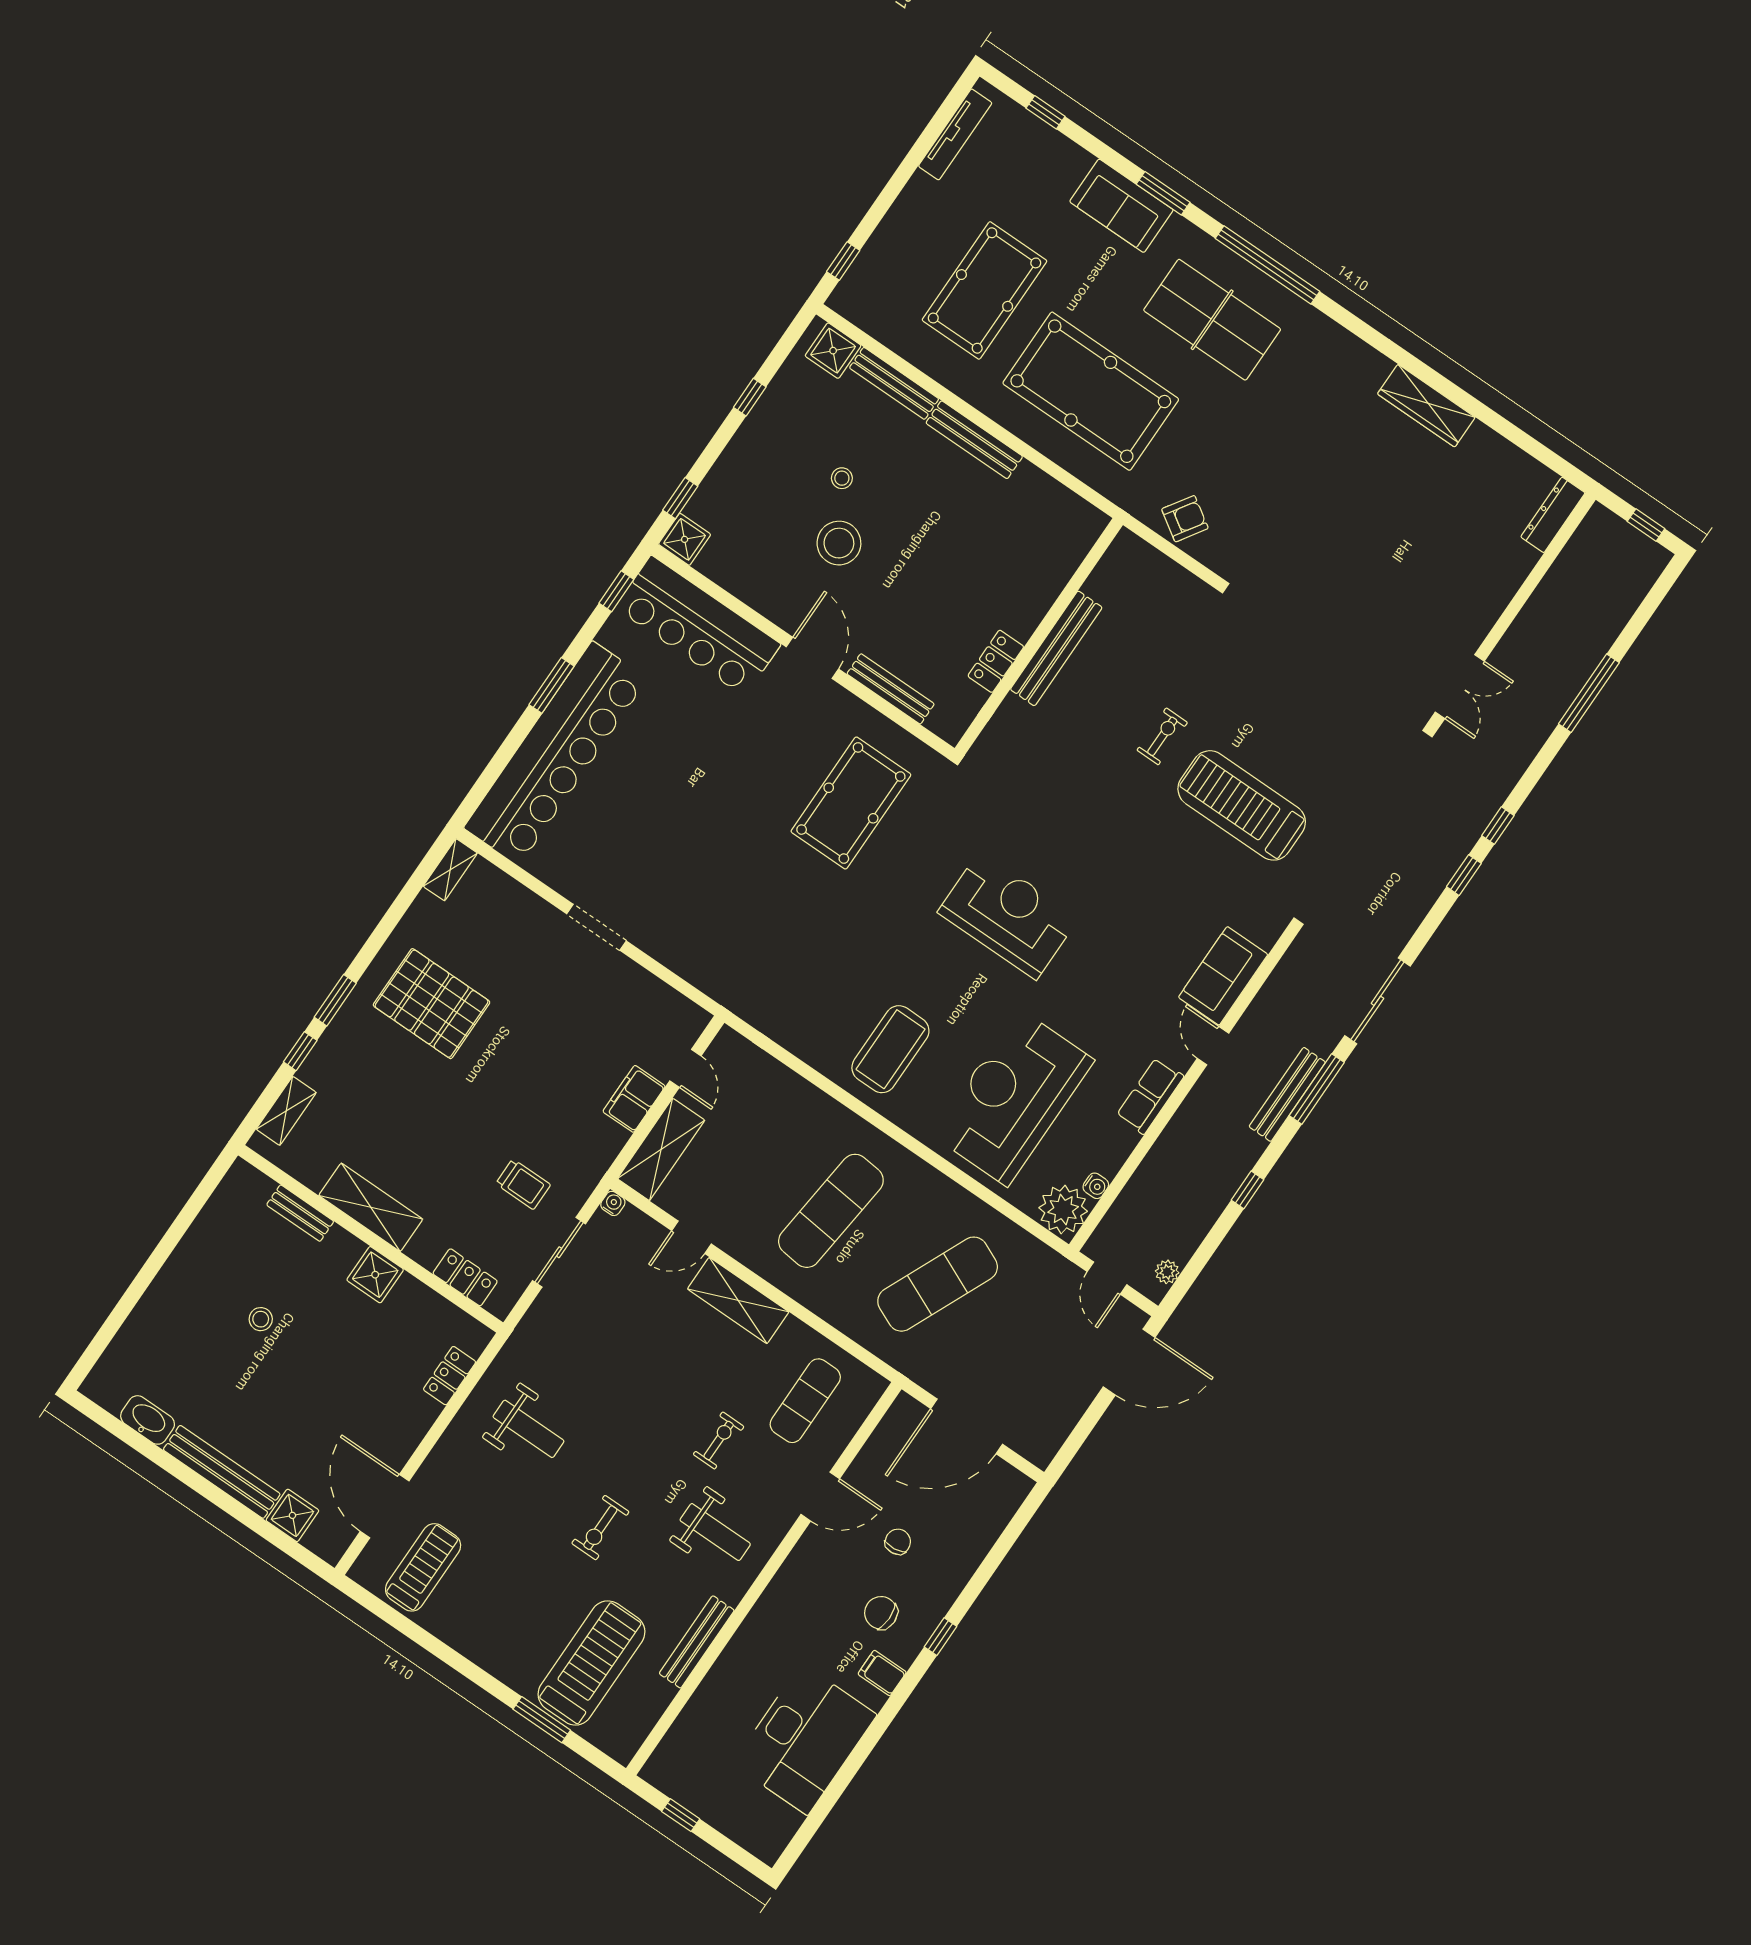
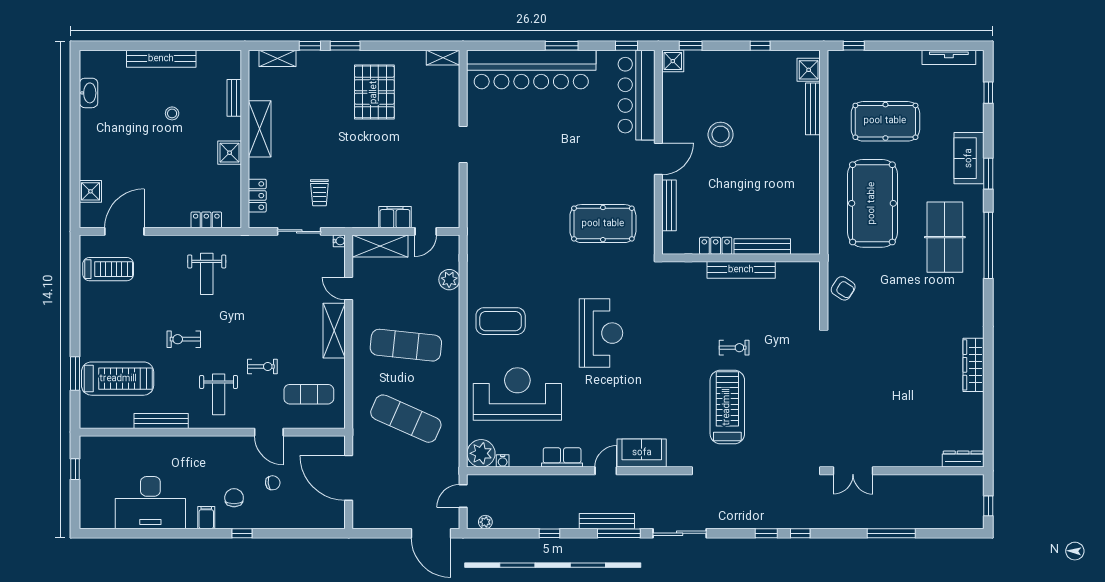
bench: (974, 440) -> (762, 246), moved, turned 90
stool: (842, 478) -> (752, 115), removed
plant: (779, 1082) -> (449, 280), added
bench: (222, 1472) -> (161, 59), moved, turned 90

